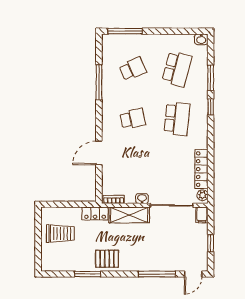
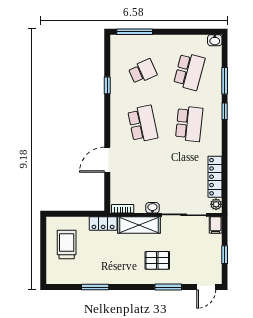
window: (99, 82) -> (107, 85), width x0.46
school desk: (133, 119) -> (143, 124), width x1.85
trolley: (60, 234) -> (67, 245), turned -90
pallet: (107, 259) -> (157, 260), moved
window: (157, 274) -> (168, 287), width x0.69

